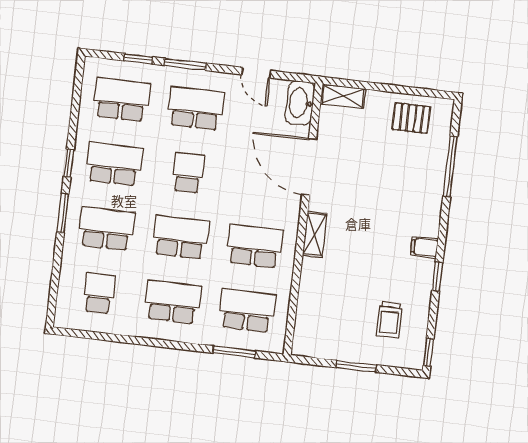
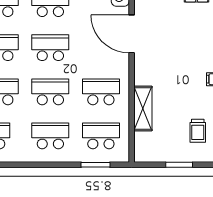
school desk: (188, 173) -> (50, 48), width x1.85
shelving: (315, 234) -> (143, 108), moved, width x1.50, depth x1.33

